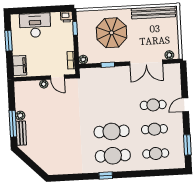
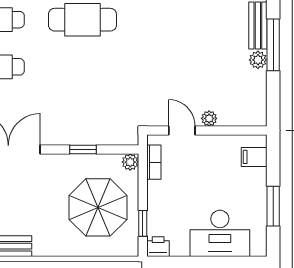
parasol: (112, 33) -> (98, 207), moved
filing cabinet: (20, 65) -> (254, 157), width x0.50

